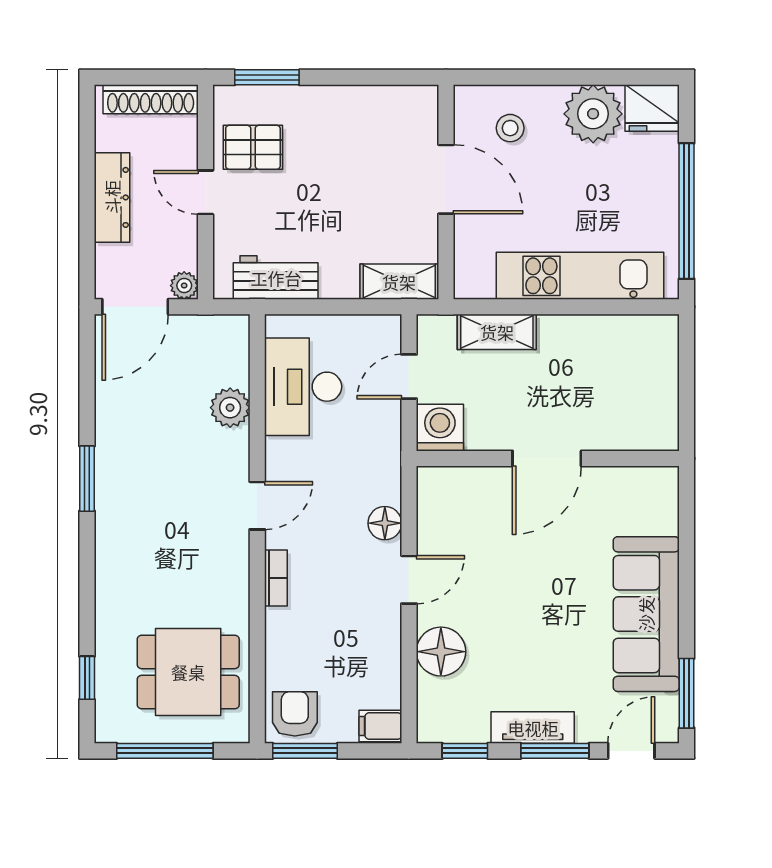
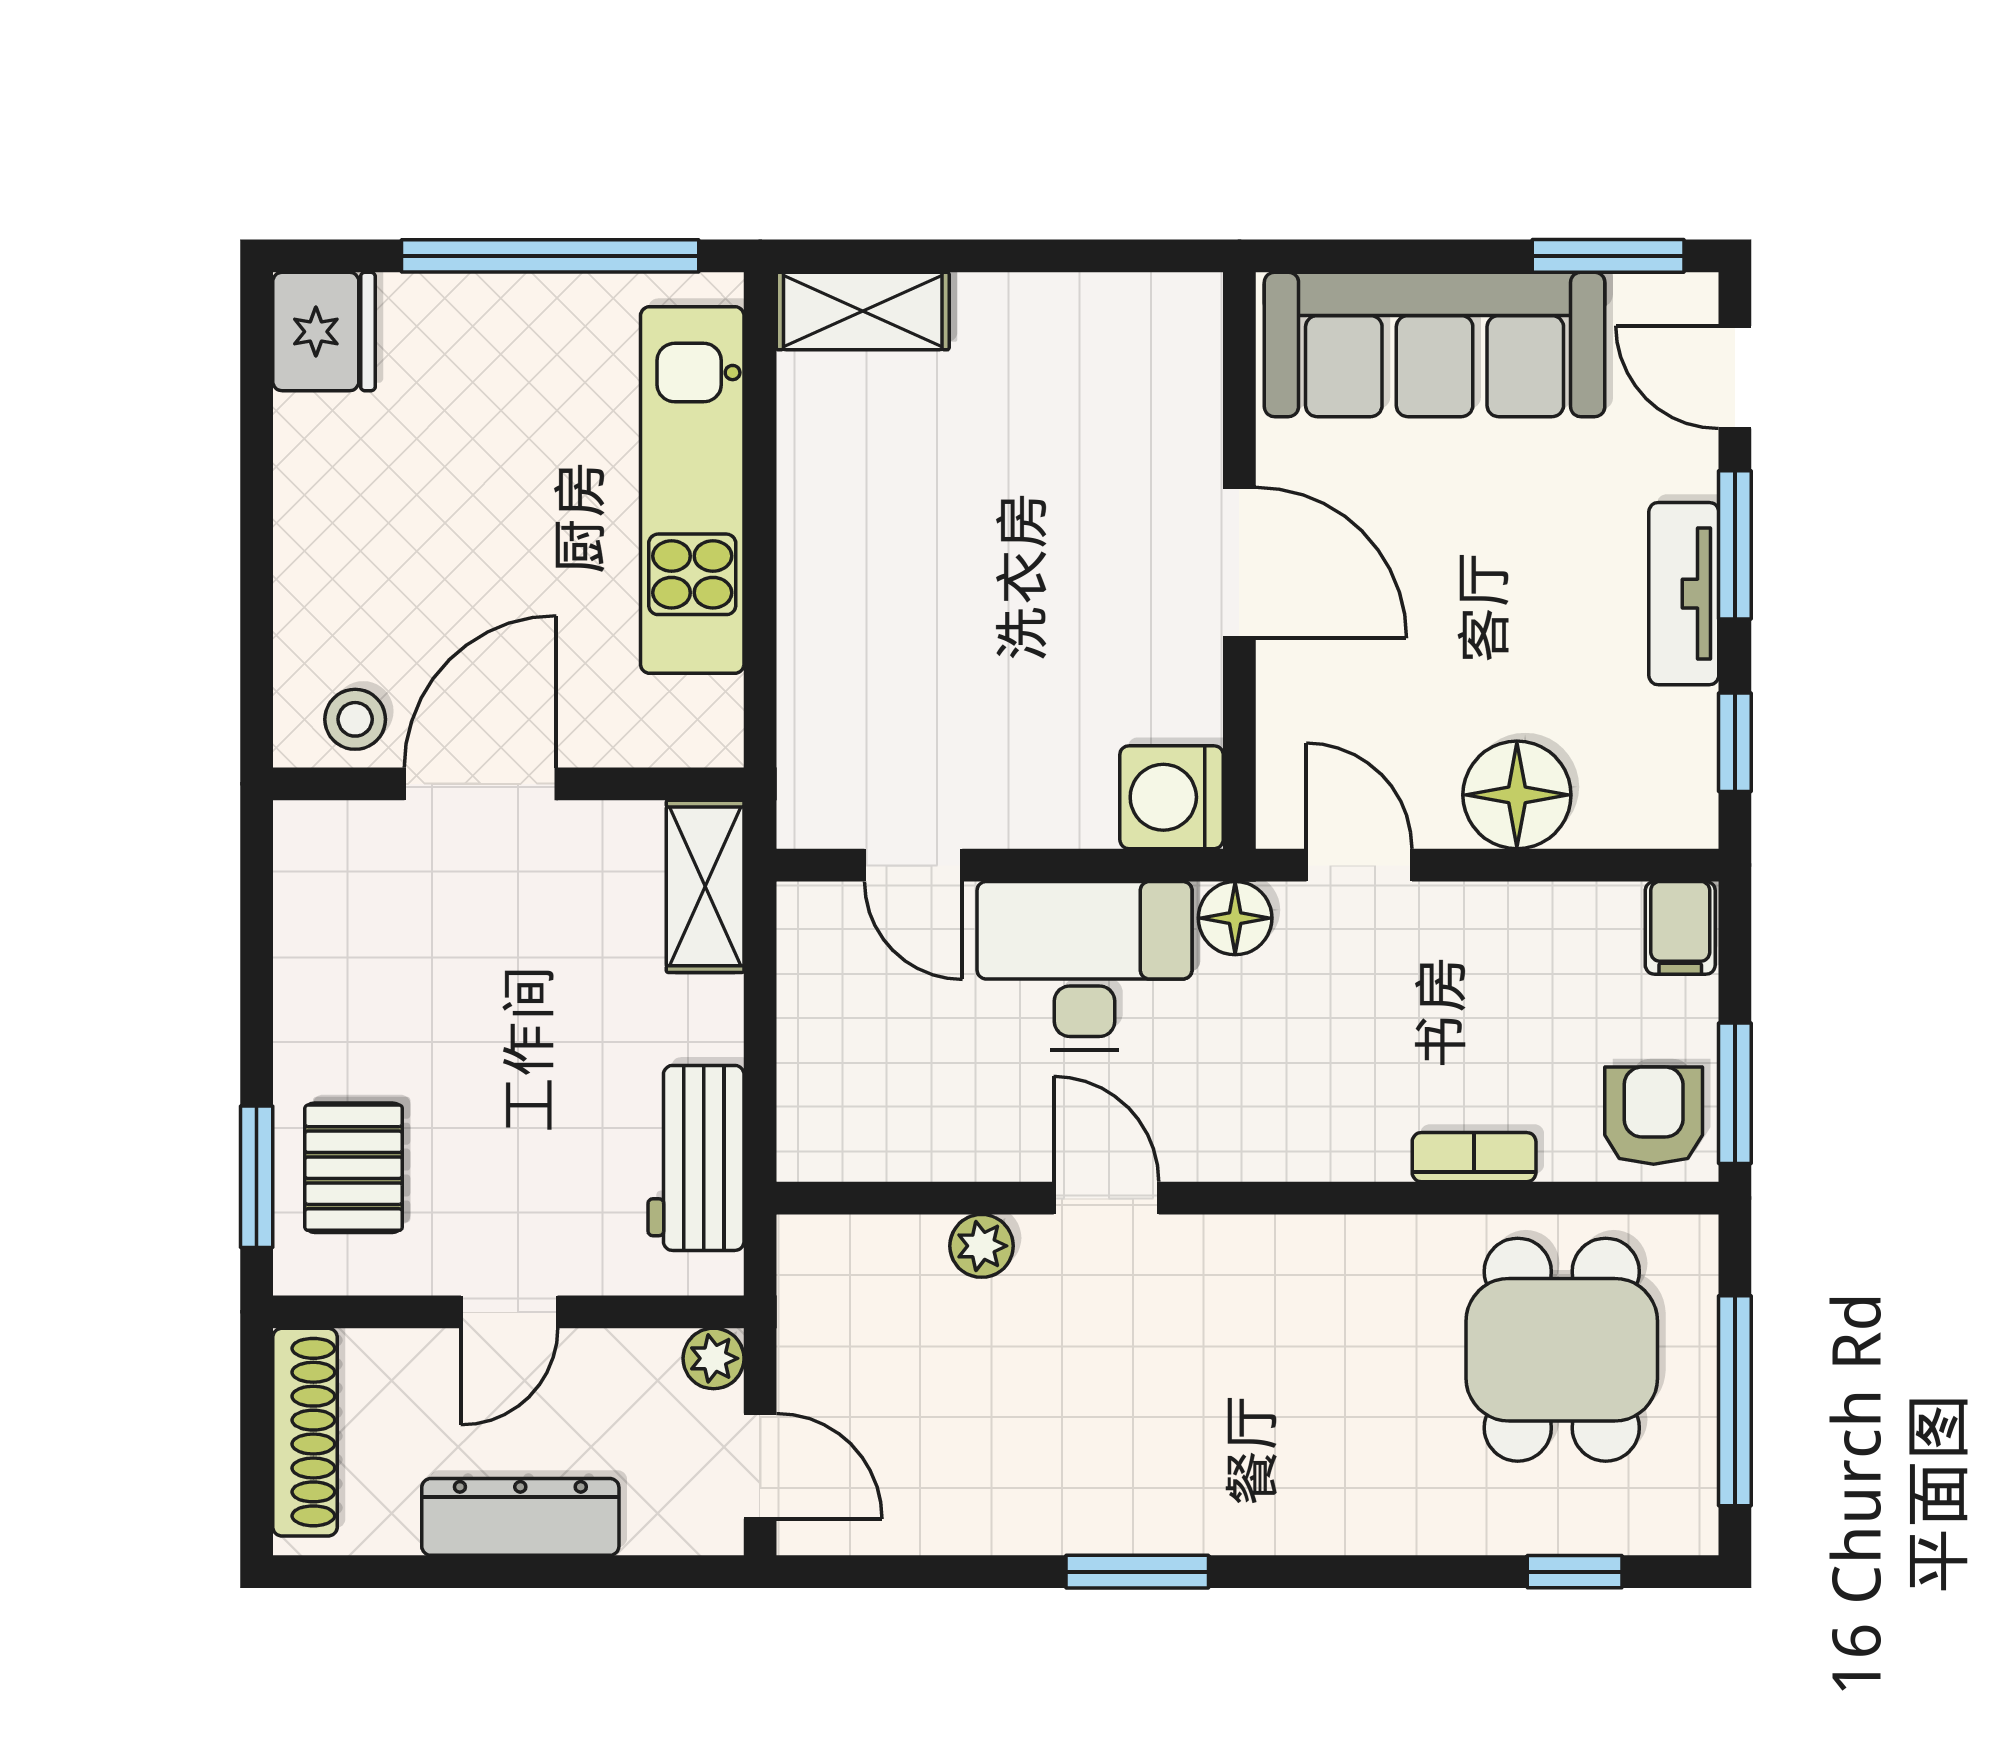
plant: (593, 114) -> (337, 461), removed
stool: (510, 128) -> (355, 719), moved
pallet: (253, 147) -> (354, 1168), moved
door: (135, 307) -> (760, 1466), width x0.73
shelving: (497, 332) -> (863, 311), moved, turned 90
desk: (303, 387) -> (1085, 966), moved, turned 180
plant: (230, 408) -> (982, 1246), width x0.73, depth x0.73
washing machine: (440, 428) -> (1172, 797), moved
door: (547, 458) -> (1239, 563), moved
wall: (548, 458) -> (1239, 561), moved
door: (257, 506) -> (1106, 1198), moved
bookcase: (276, 578) -> (1474, 1157), moved
armchair: (295, 714) -> (1654, 1116), turned 90

